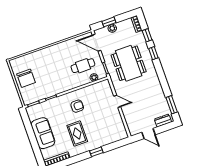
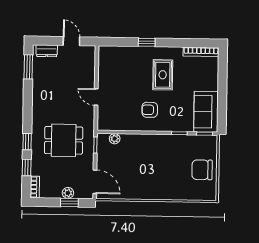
dining table: (129, 63) -> (64, 140), width x0.73
cafe table: (83, 66) -> (123, 159), removed
chair: (26, 78) -> (202, 170), turned -90
sofa: (43, 133) -> (206, 112), moved

